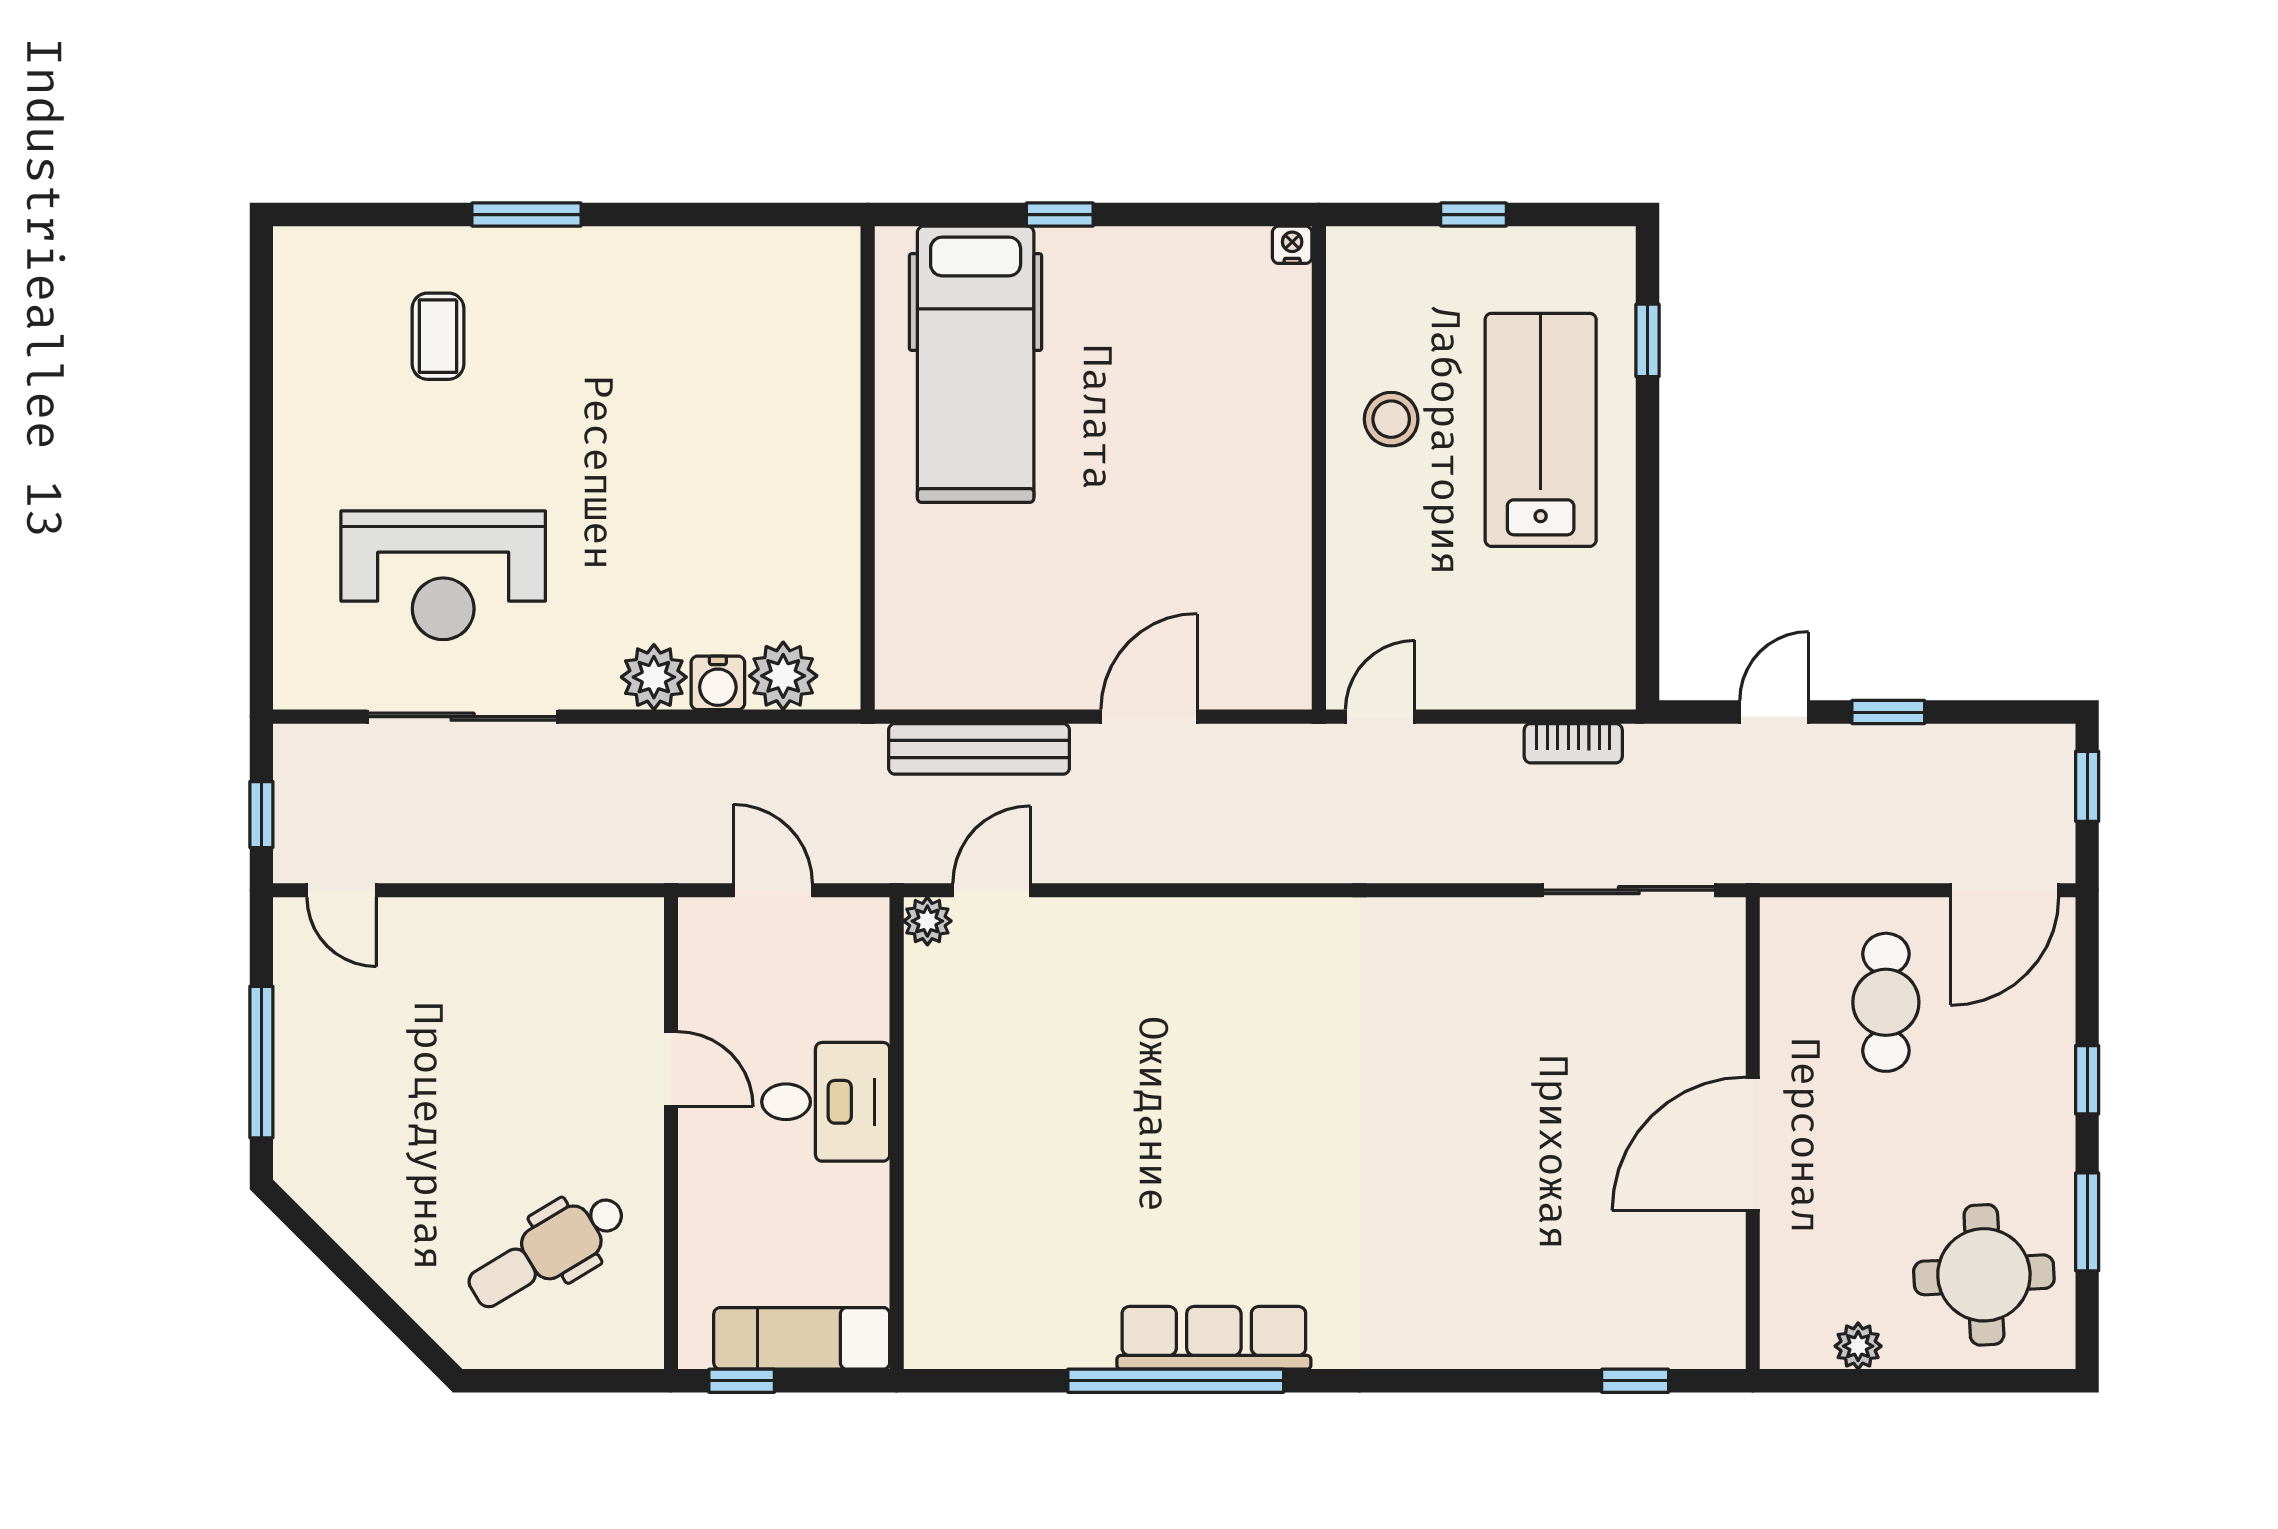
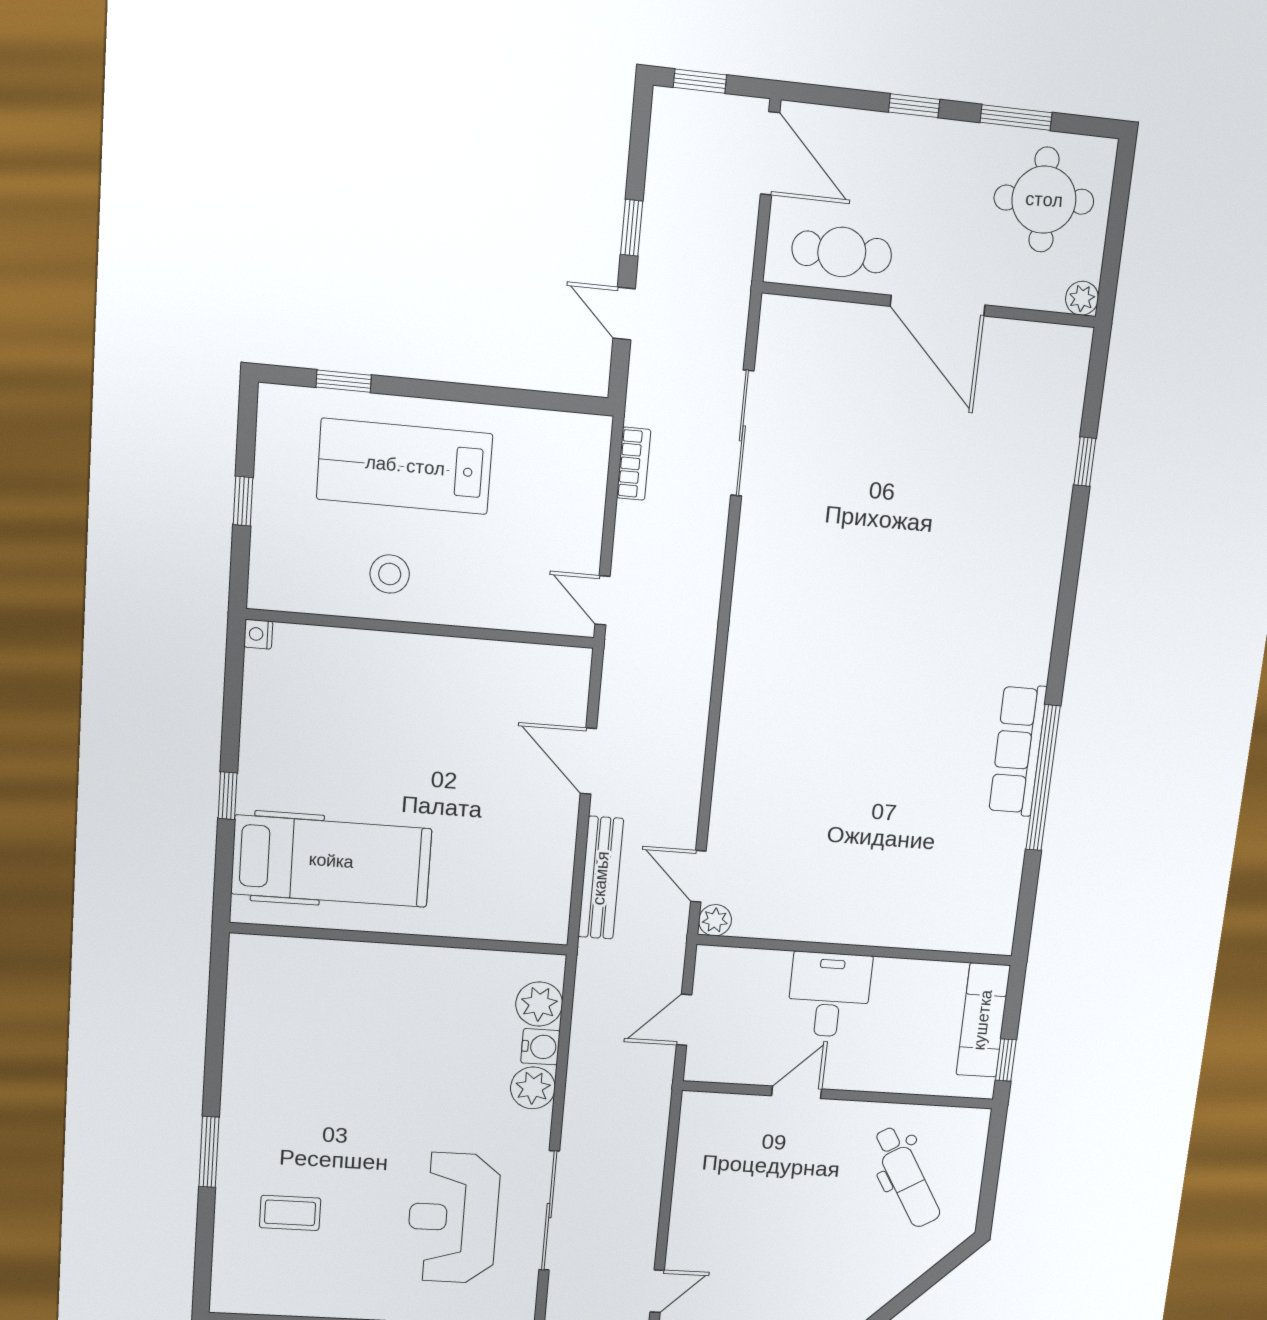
reception desk: (443, 575) -> (453, 1218), turned 180
wall: (1753, 1133) -> (930, 305), moved
door: (1753, 1144) -> (938, 306), moved

